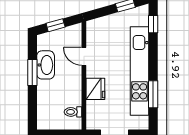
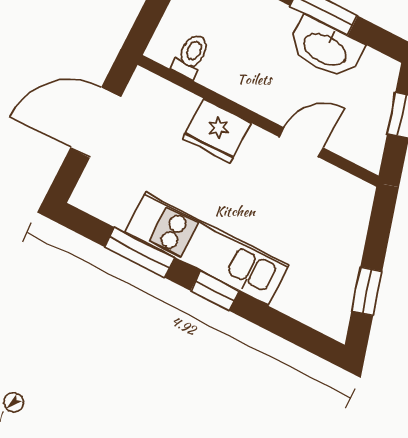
window: (153, 24) -> (215, 291), moved
kitchen unit: (140, 71) -> (207, 249), width x0.73

